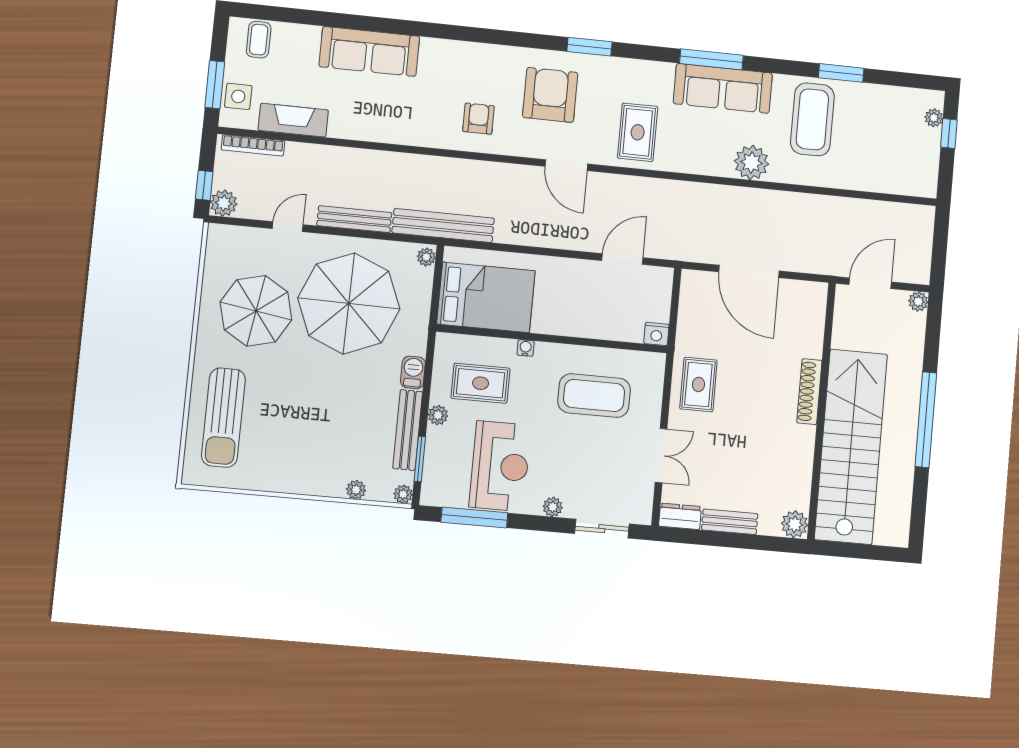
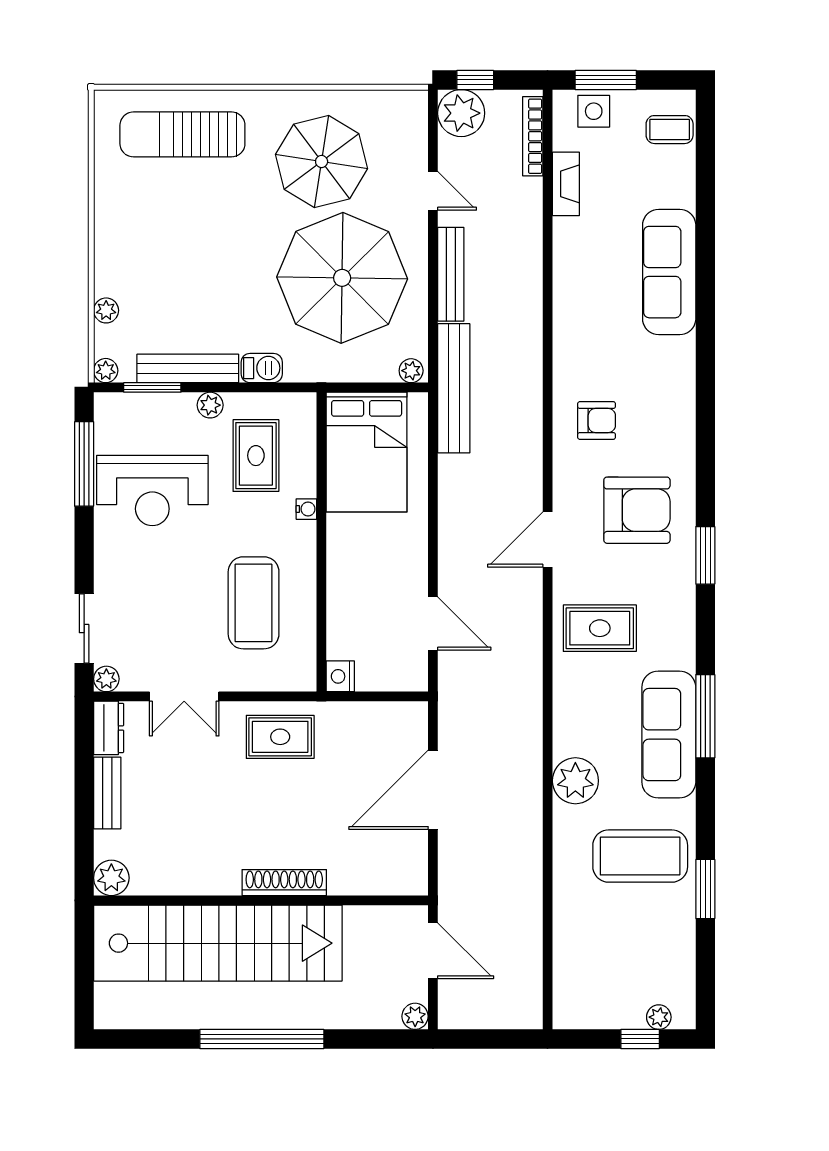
fireplace: (293, 120) -> (566, 184), width x0.73, depth x0.76
plant: (224, 203) -> (461, 113), width x1.36, depth x1.36
plant: (553, 507) -> (106, 679), moved

